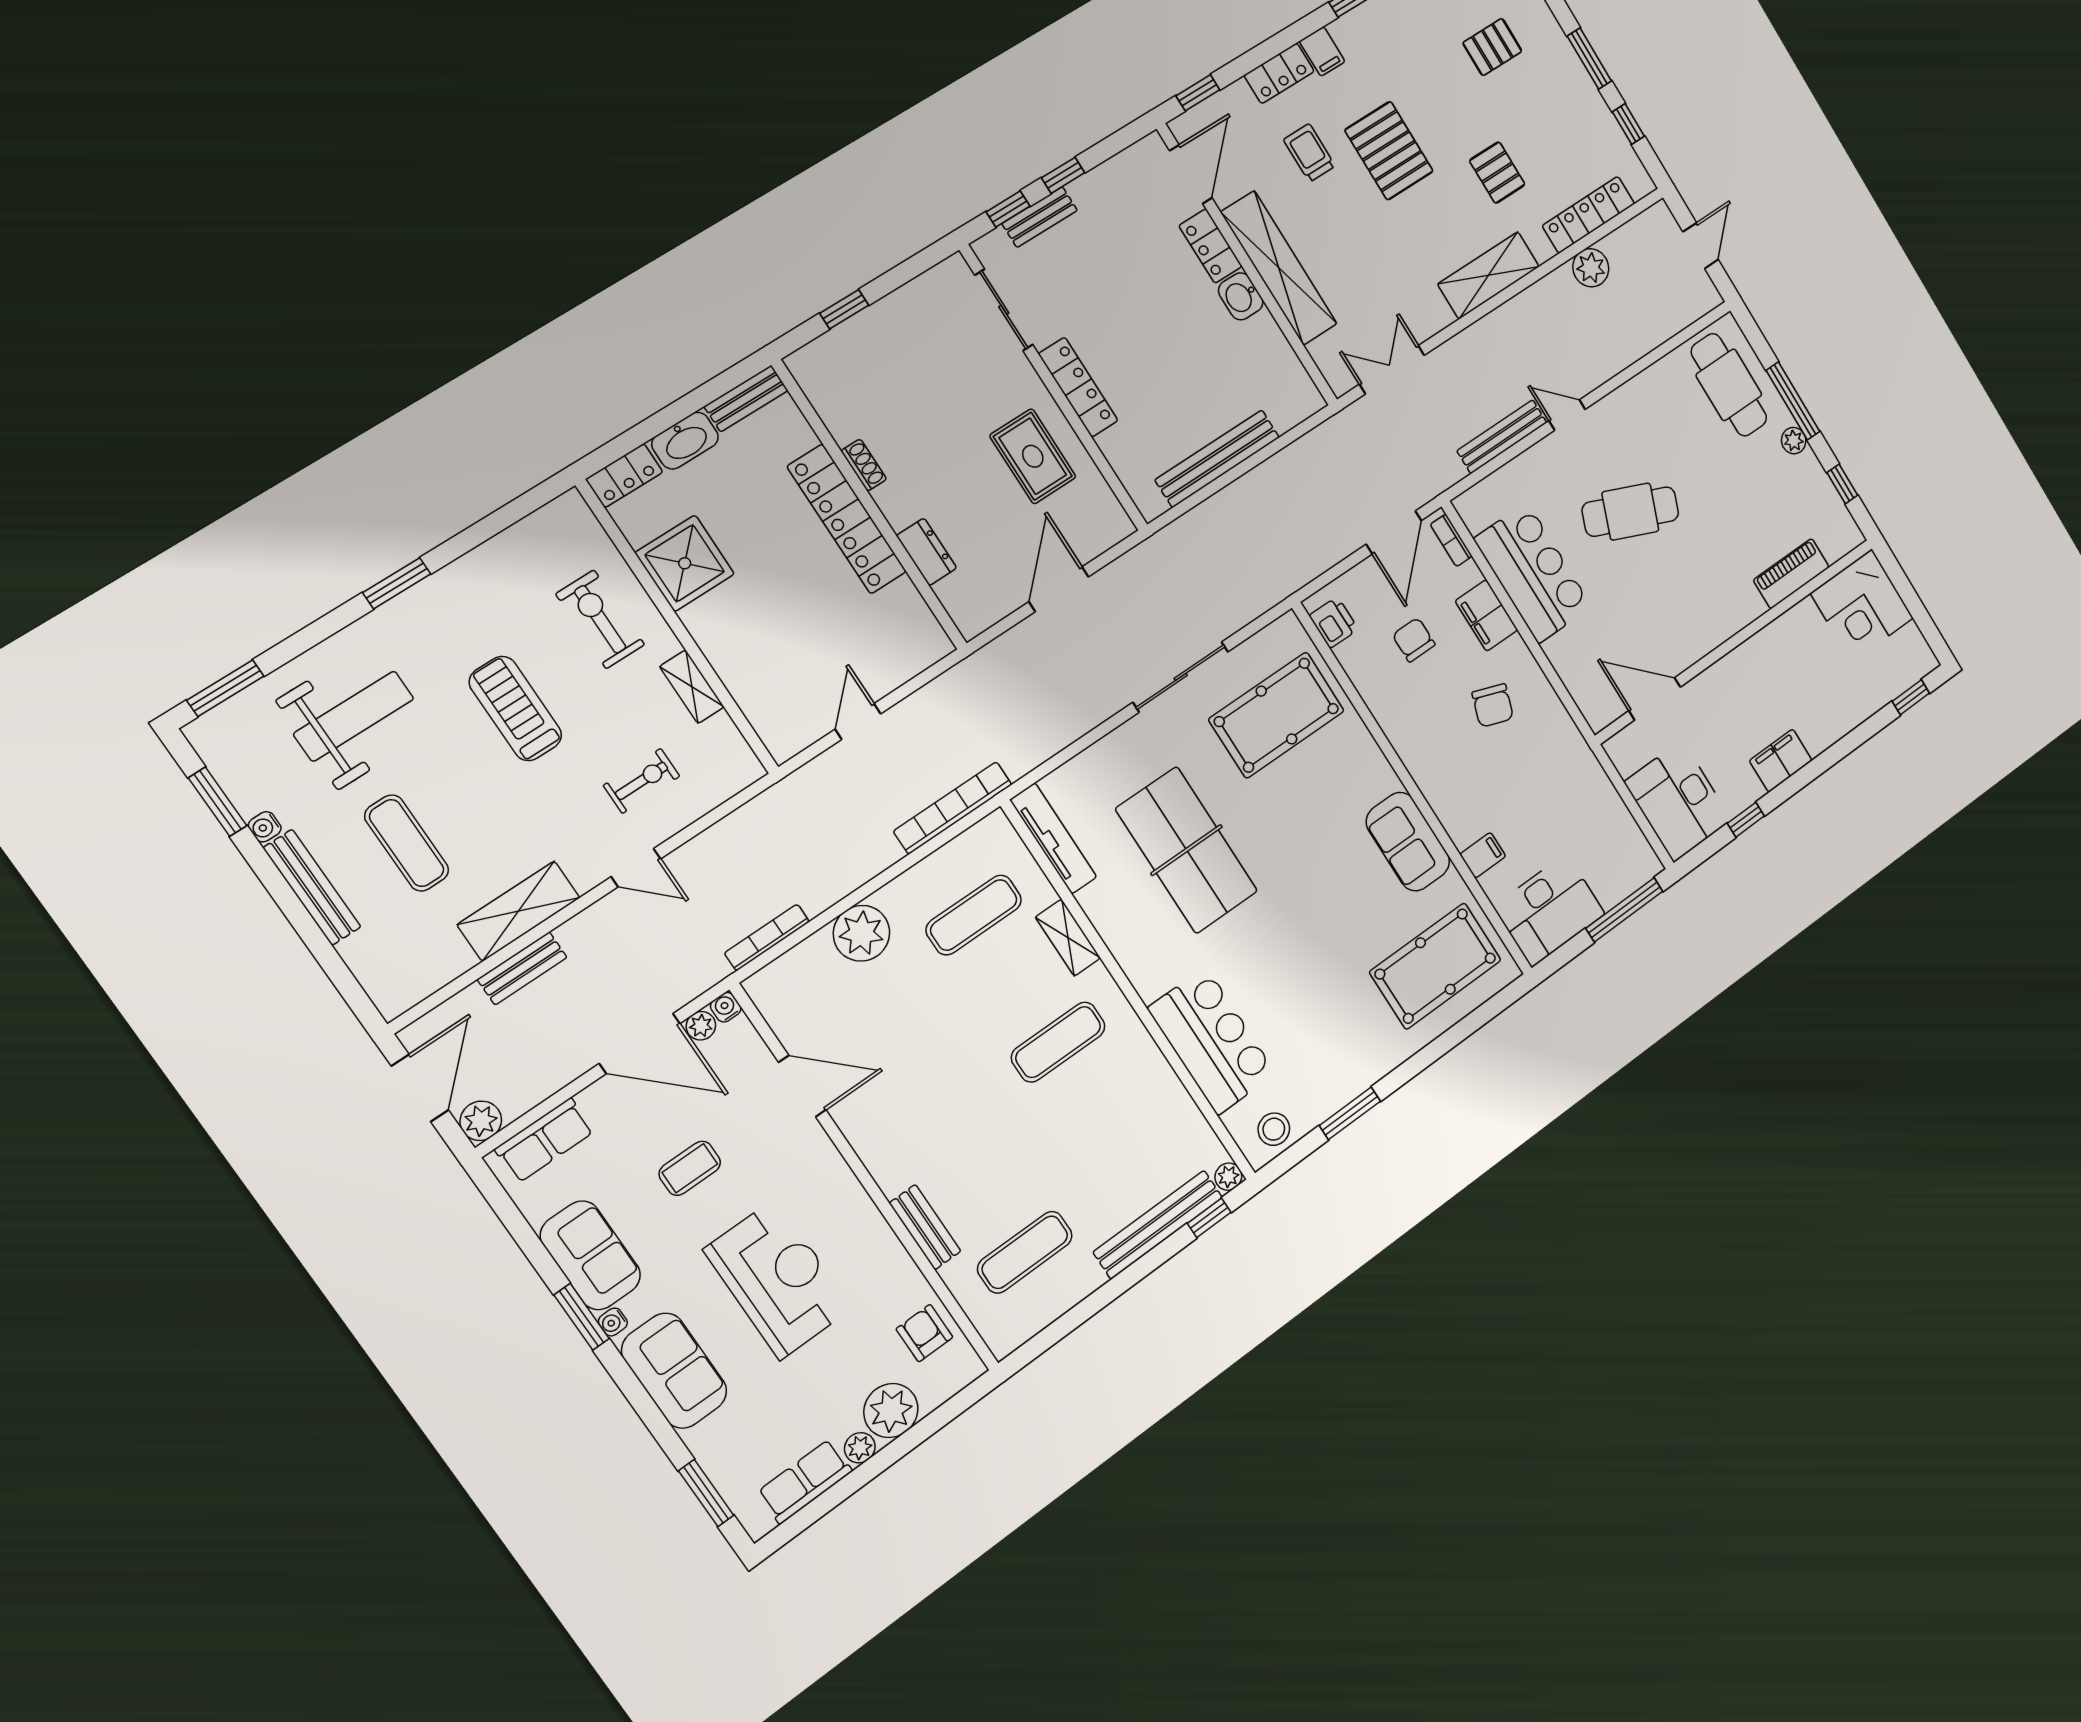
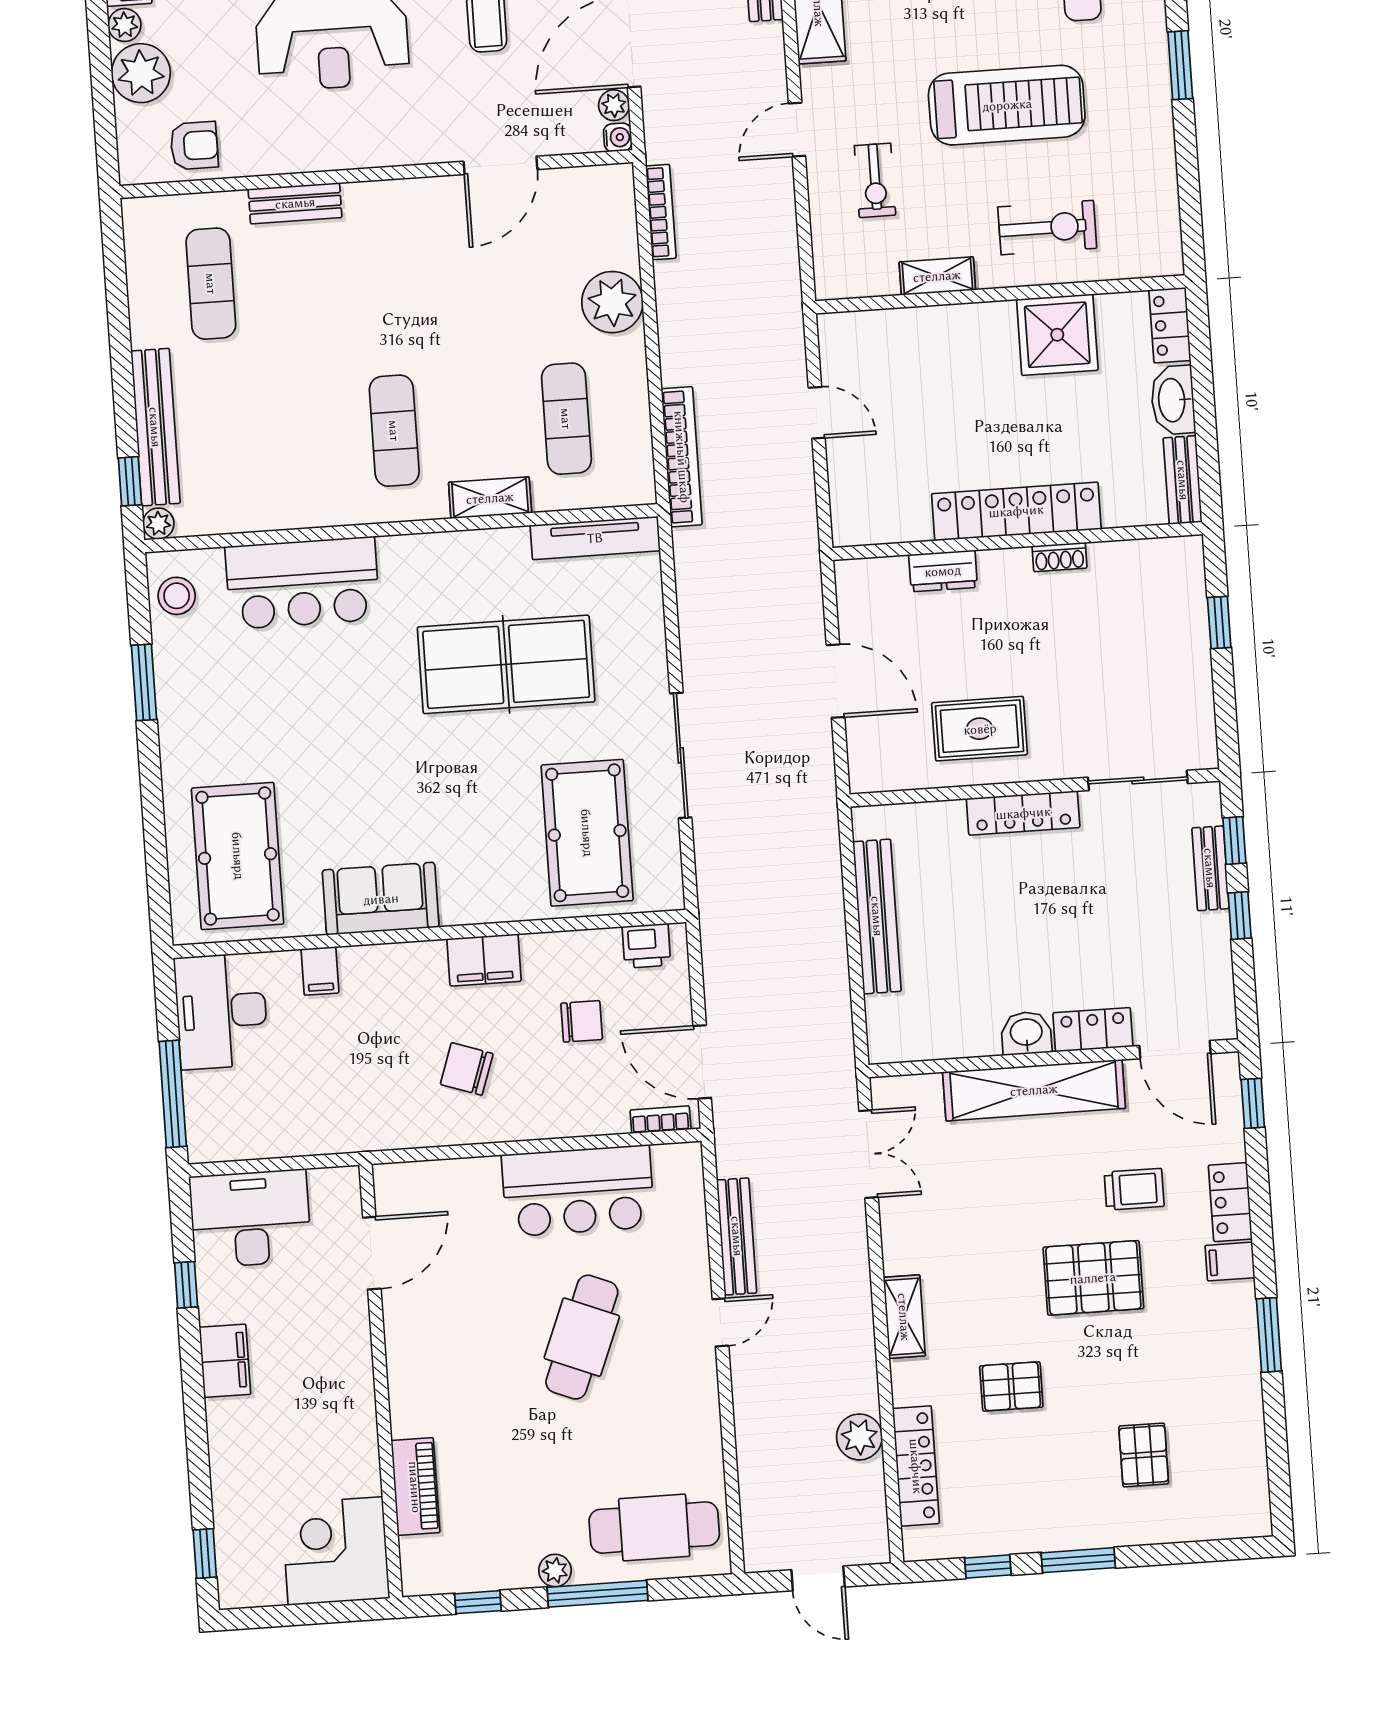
shelving: (1489, 275) -> (904, 1317), width x0.67, depth x0.75
filing cabinet: (1486, 615) -> (484, 960), moved, turned 180
treadmill: (515, 709) -> (1007, 105), width x1.37, depth x1.38

